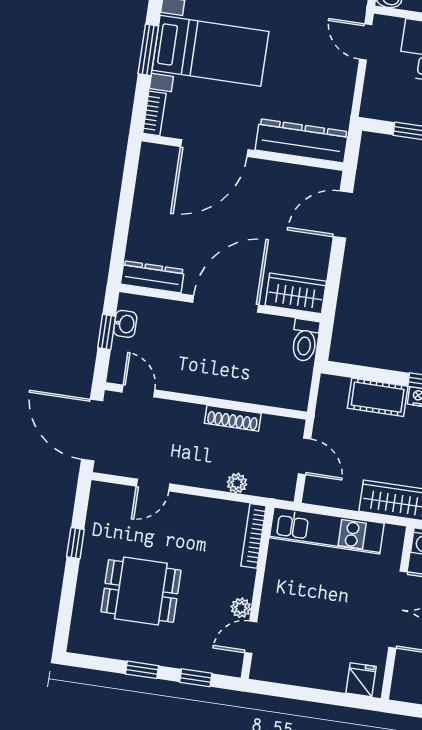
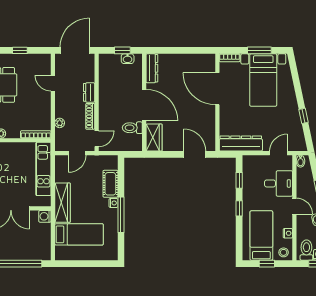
dresser: (302, 141) -> (241, 144), moved, turned -90
toilet: (305, 340) -> (132, 128), moved
door: (138, 391) -> (97, 139), moved
dresser: (183, 413) -> (89, 92), added

